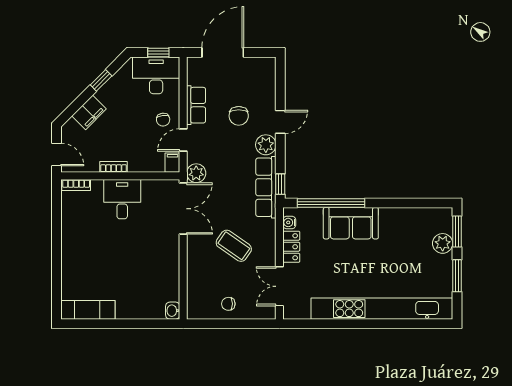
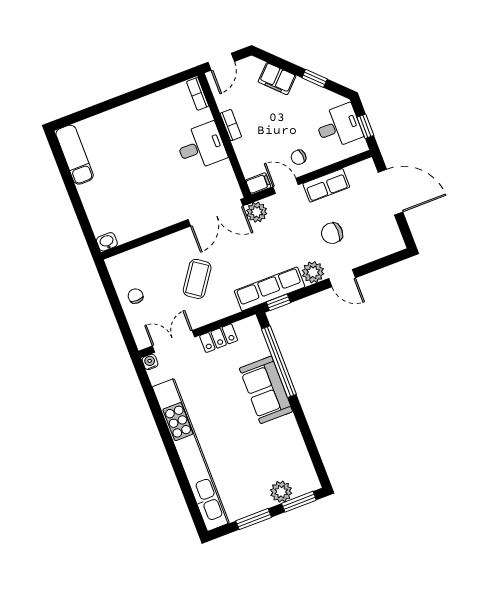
desk: (156, 75) -> (339, 126), width x0.73
water cooler: (289, 222) -> (150, 362), moved

